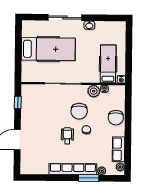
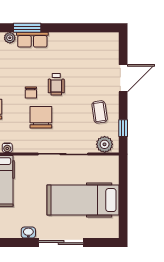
plant: (94, 91) -> (105, 144), moved
coffee table: (35, 115) -> (100, 112), added
row of seats: (73, 169) -> (32, 40), width x0.50

